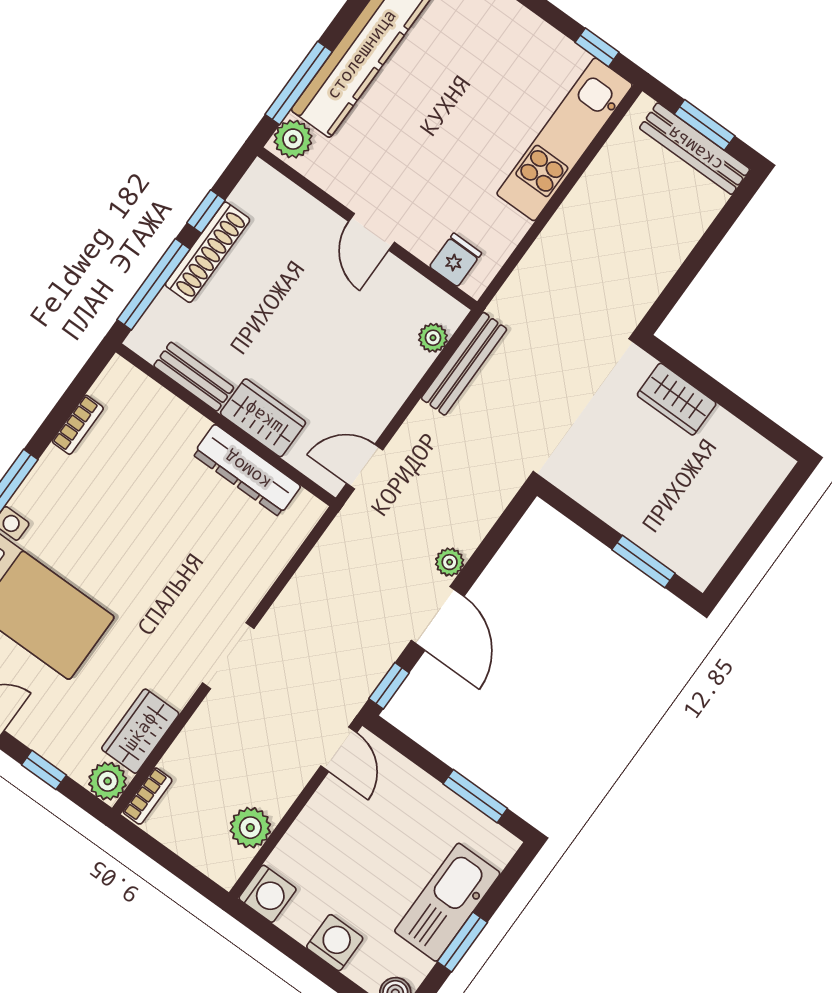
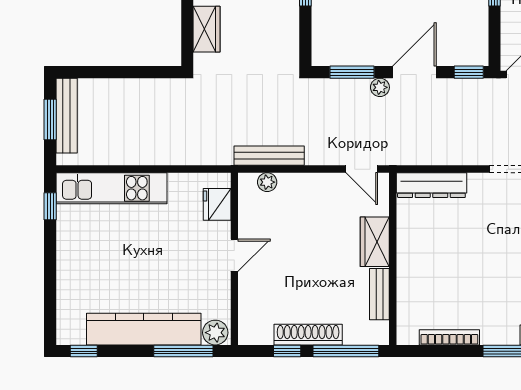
fridge: (456, 260) -> (217, 204), width x1.38
bookcase: (78, 425) -> (449, 337), width x1.56
dresser: (247, 470) -> (431, 185), moved, turned 90
window: (493, 541) -> (352, 72), added

